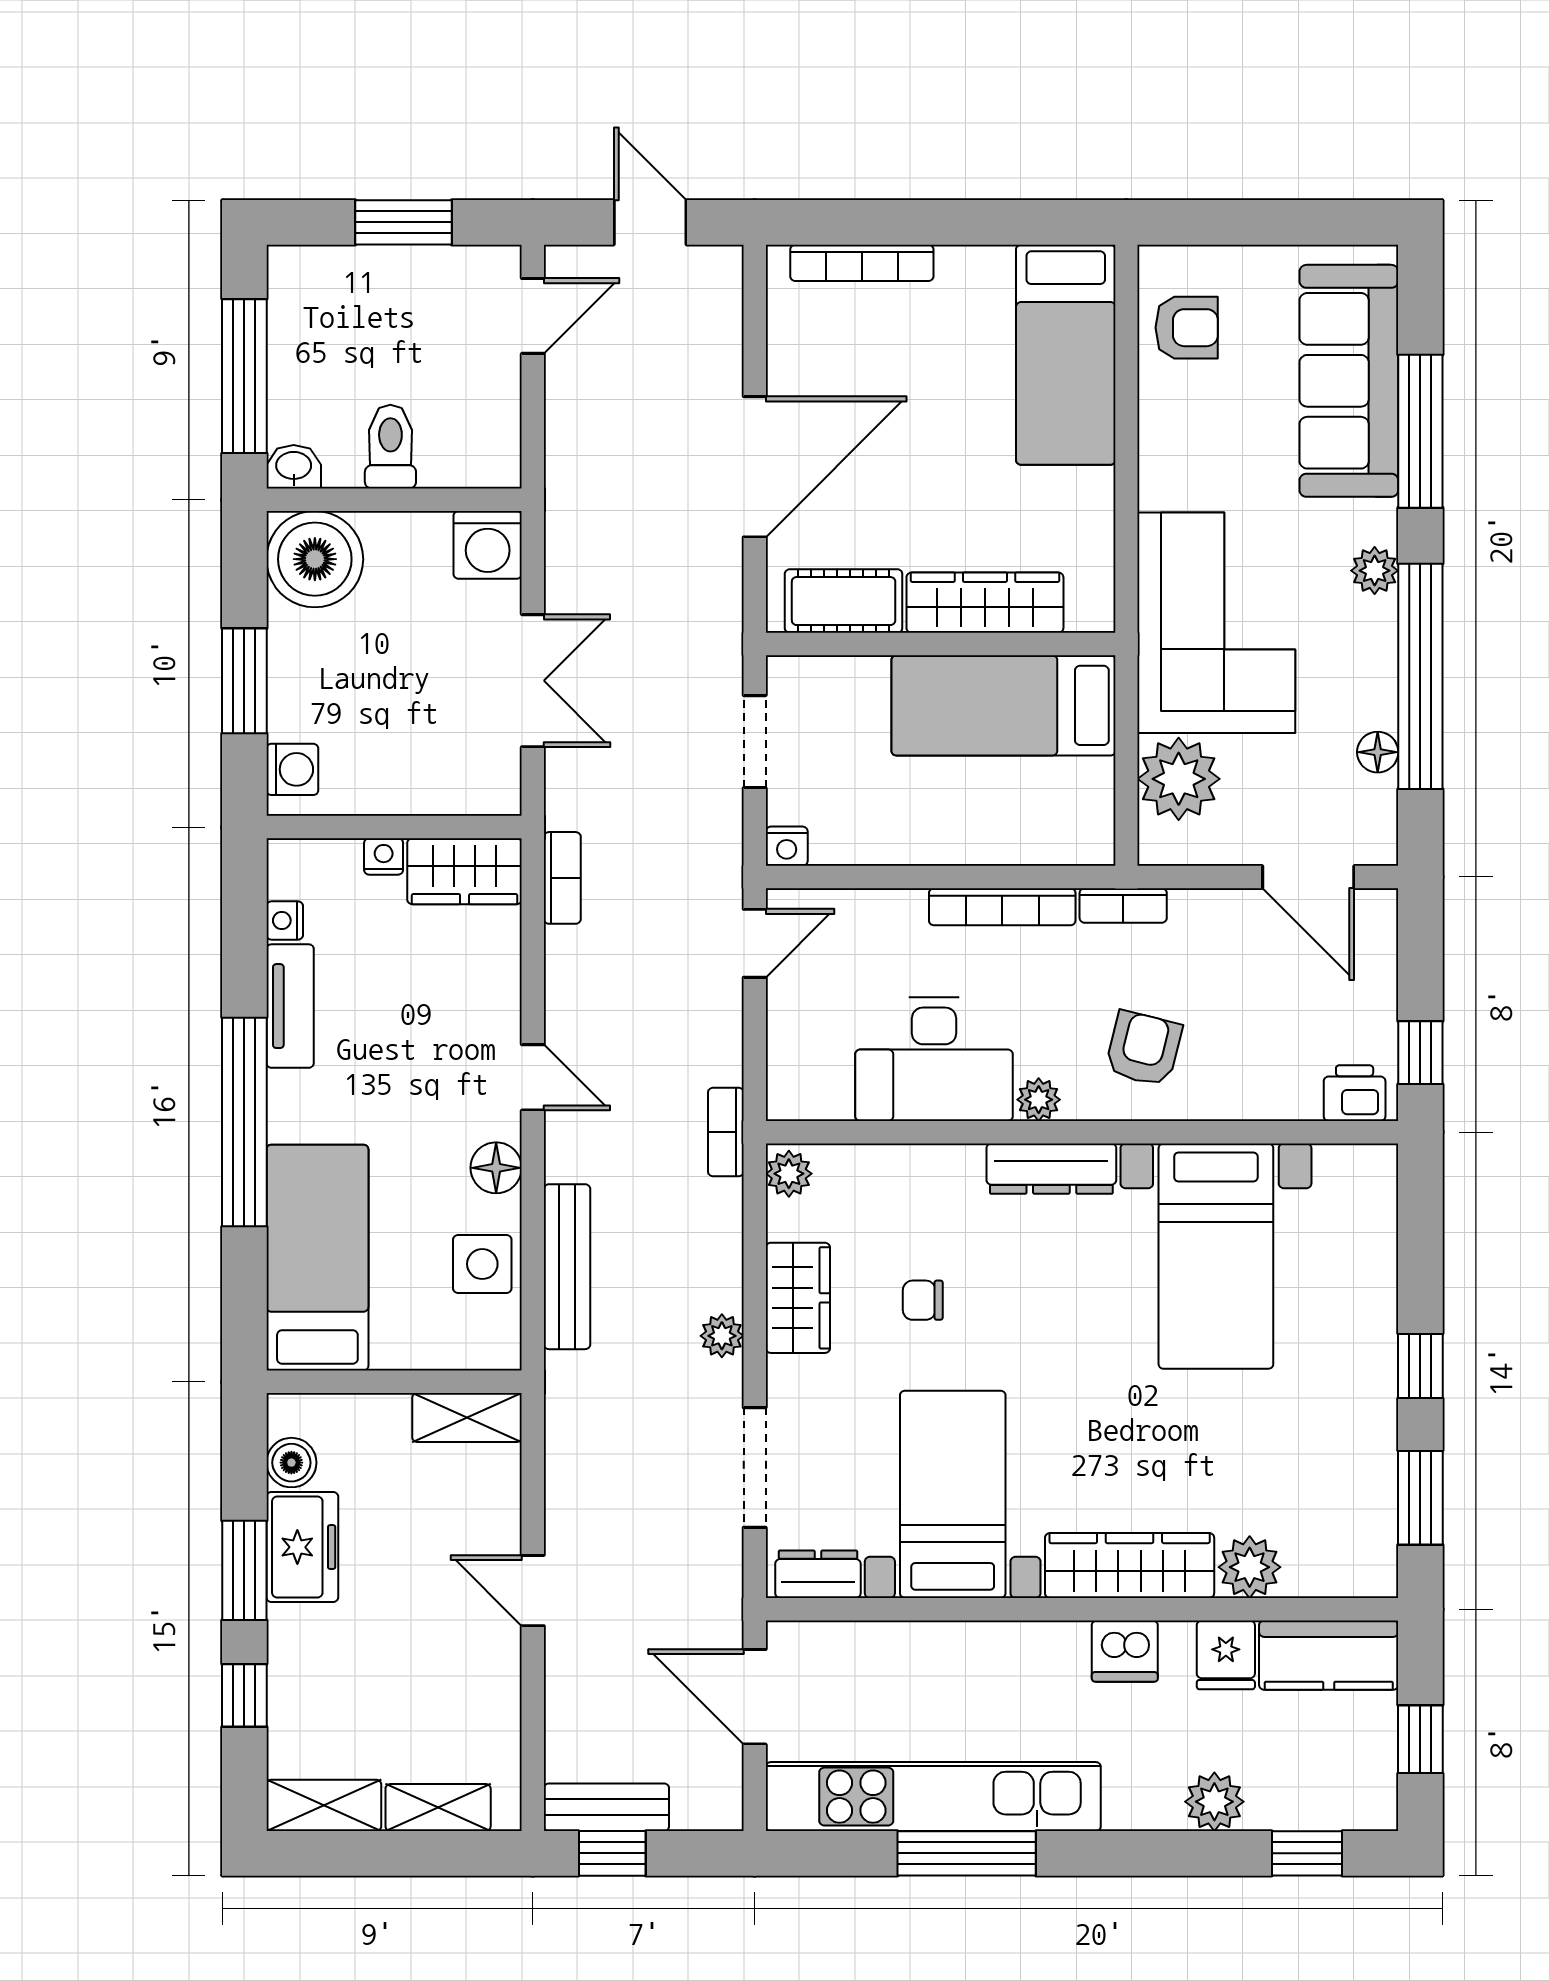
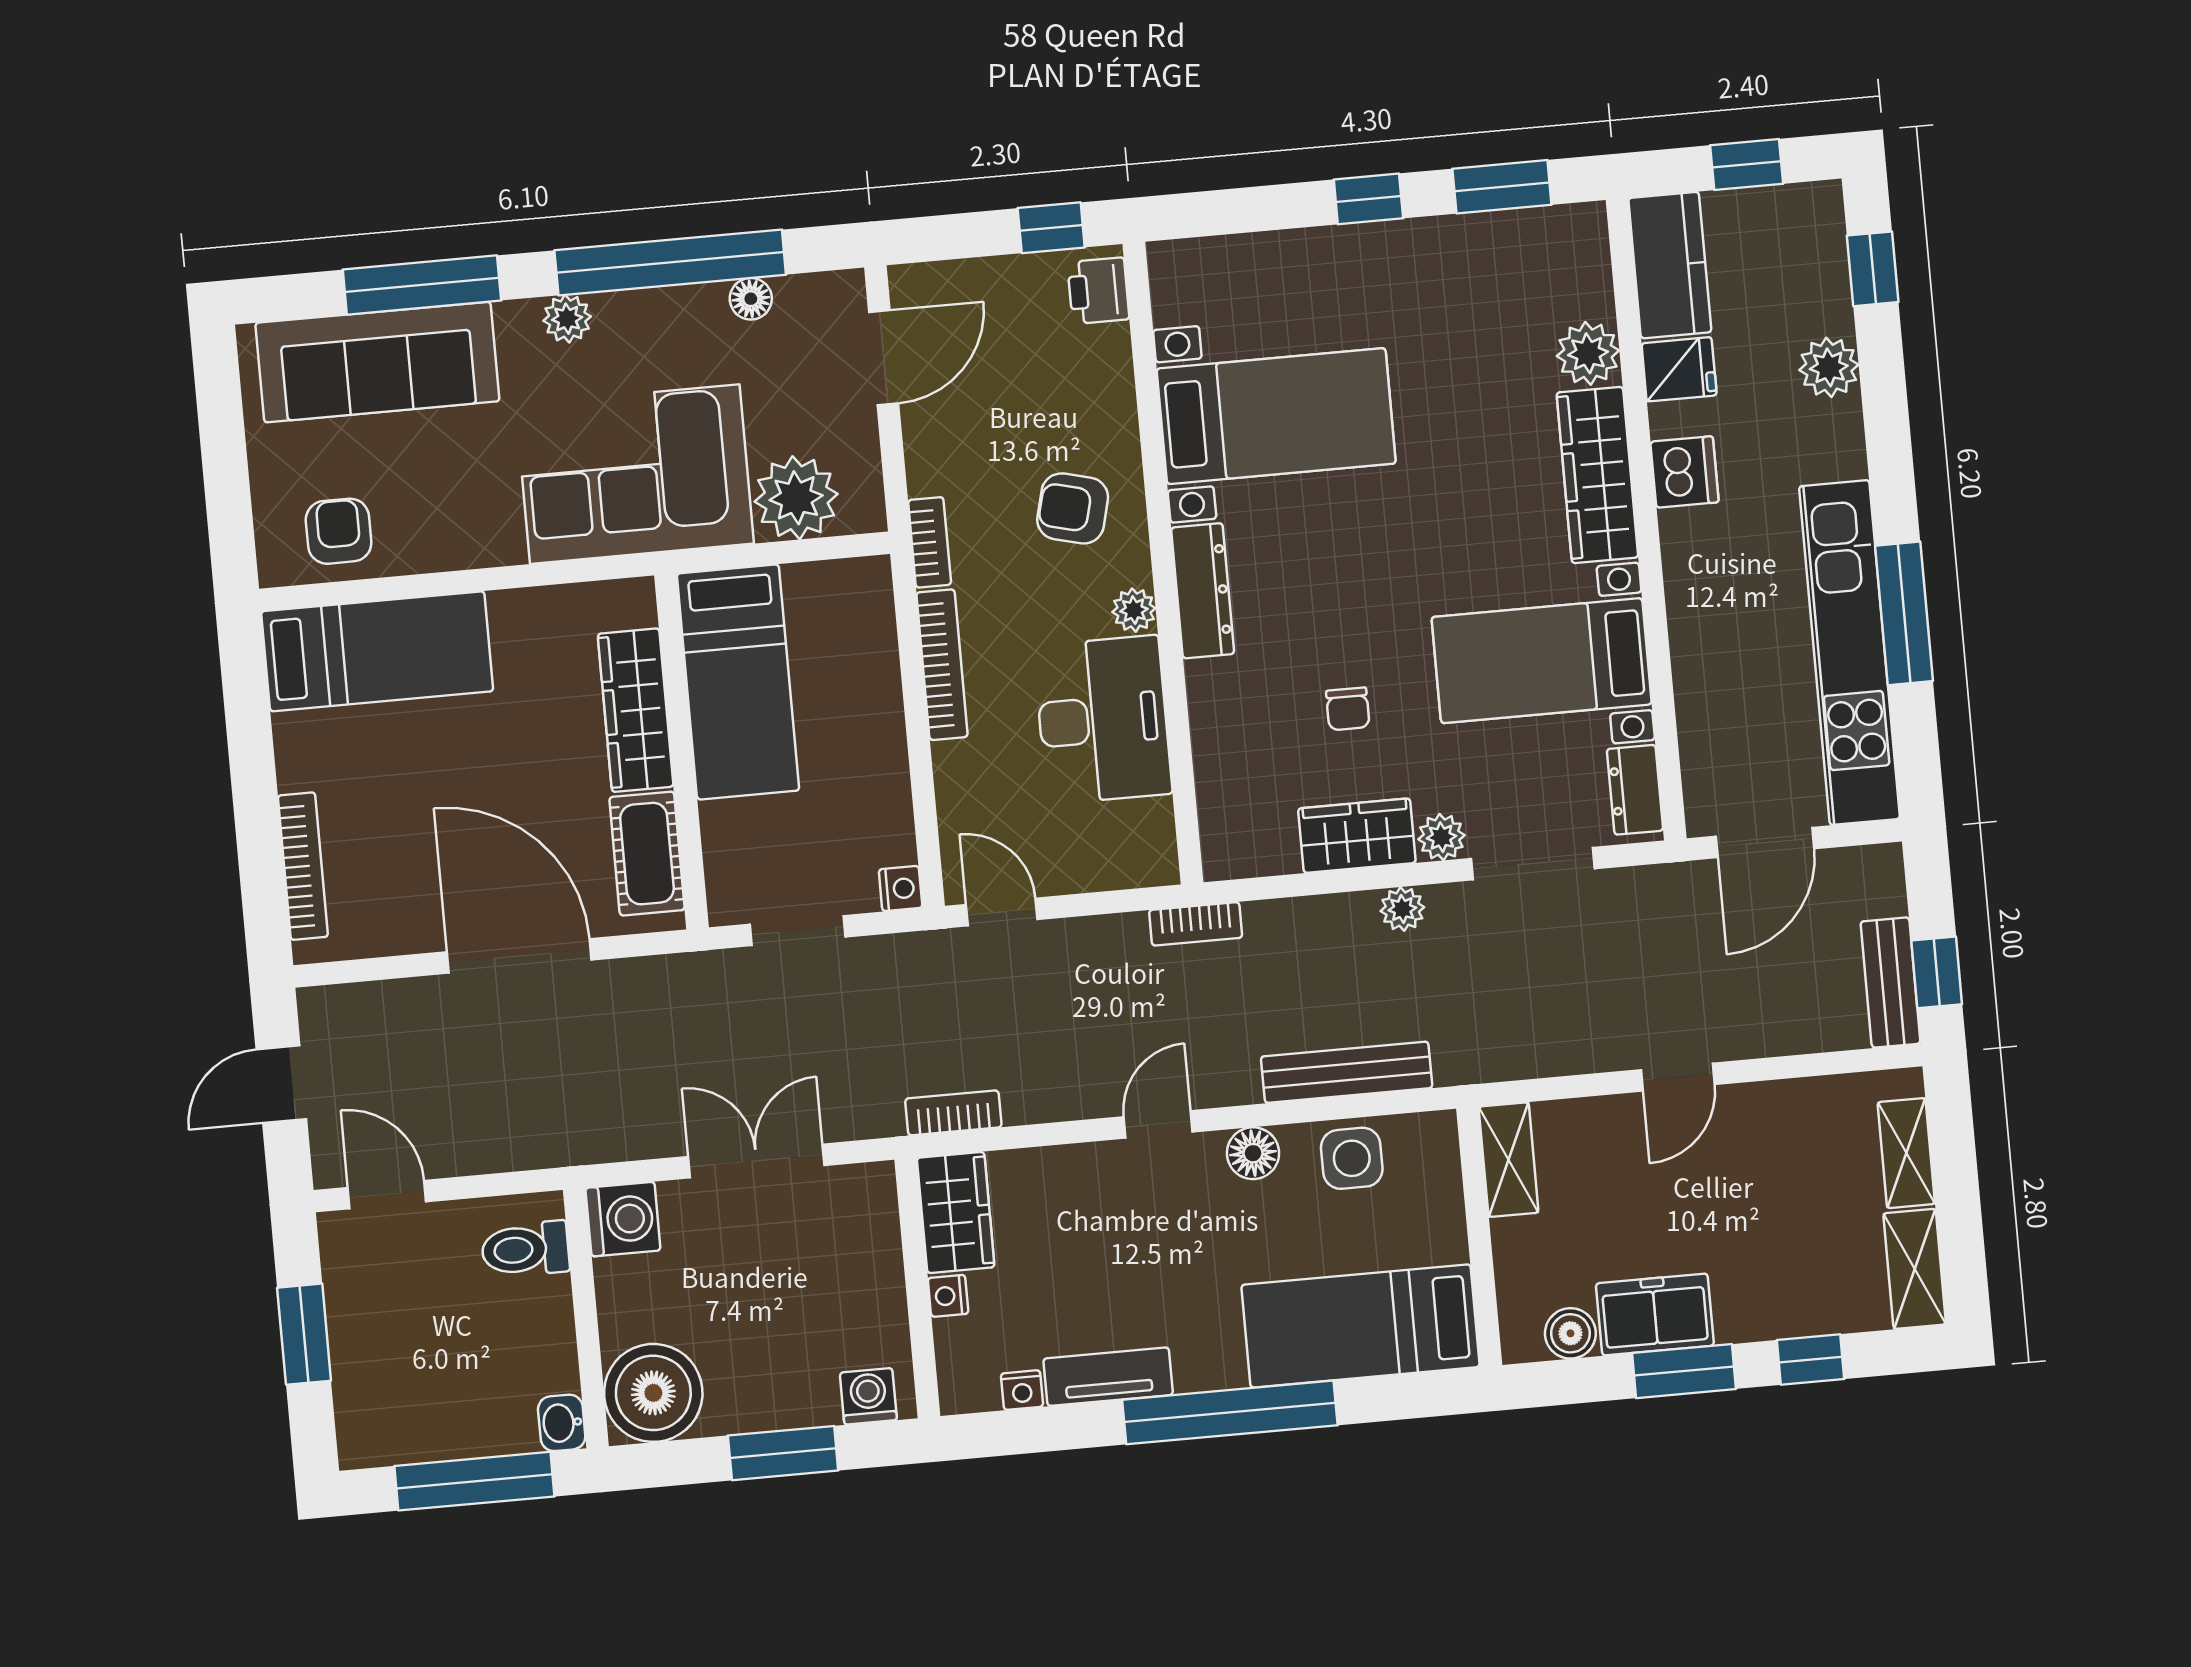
toilet: (390, 447) -> (525, 1249), moved
plant: (789, 1174) -> (1441, 837), moved

